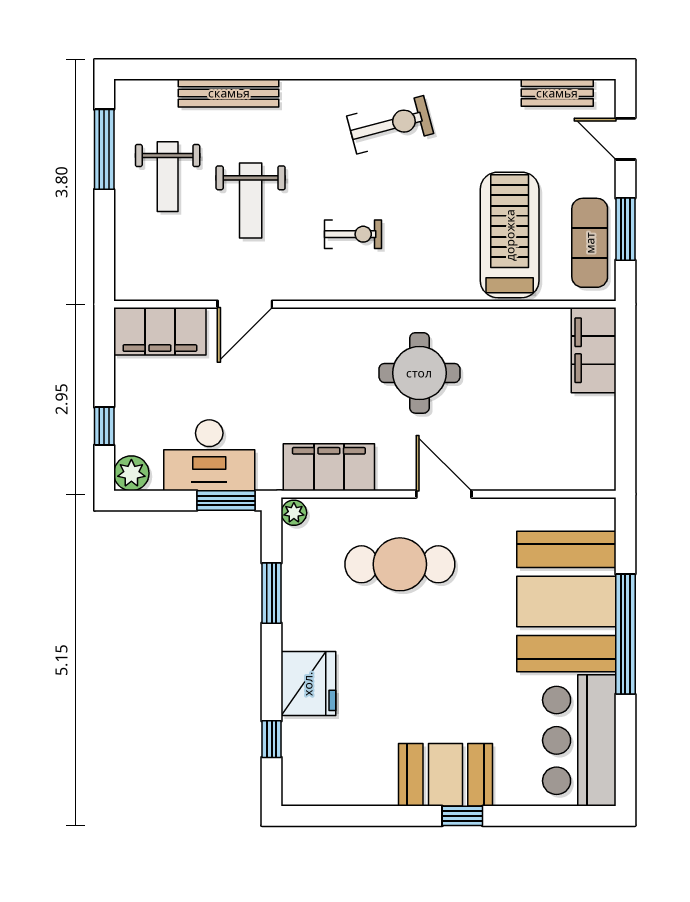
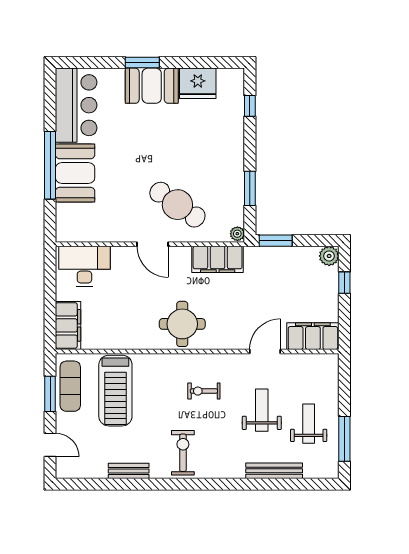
bench: (557, 93) -> (129, 471), moved
exercise bike: (390, 125) -> (183, 453), turned 105
round table: (419, 373) -> (182, 324), moved
desk: (209, 455) -> (84, 266), moved
cafe table: (400, 564) -> (177, 205), turned 35
booth: (566, 602) -> (75, 173), width x0.73, depth x0.70
fridge: (308, 684) -> (198, 83), moved, turned -90
window: (462, 816) -> (142, 63), width x1.50

